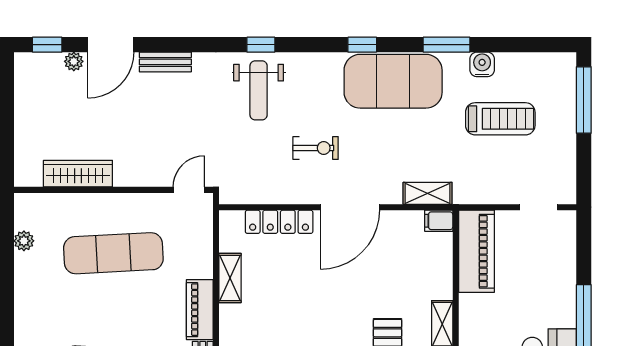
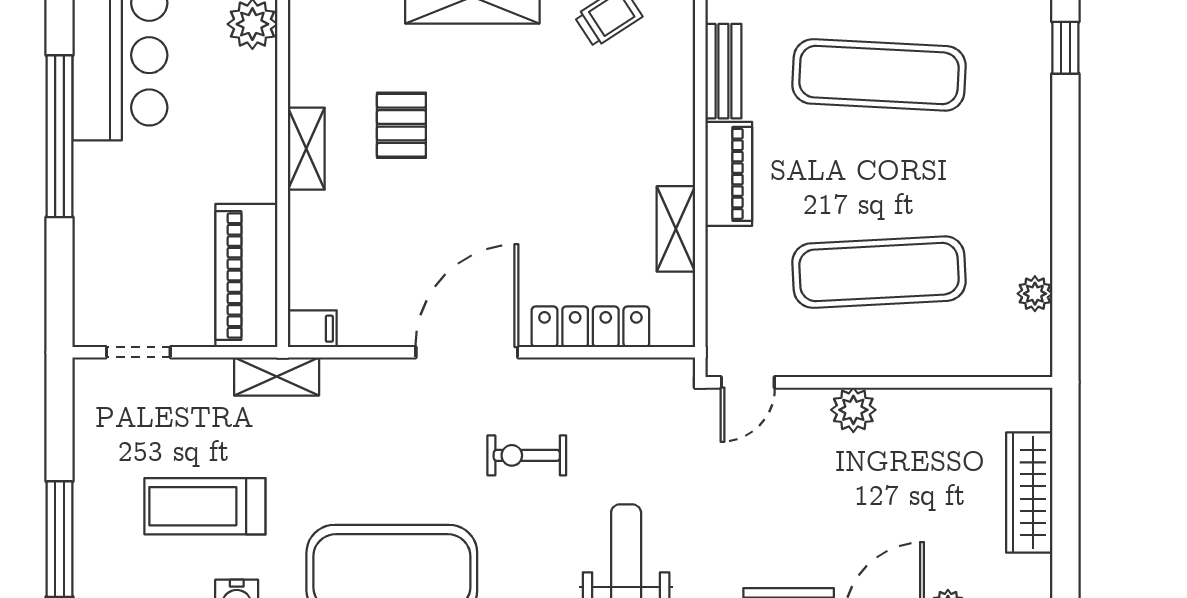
wardrobe: (78, 174) -> (1029, 492), moved, turned 90
plant: (128, 174) -> (853, 410), added
shelving: (428, 193) -> (277, 376), moved

